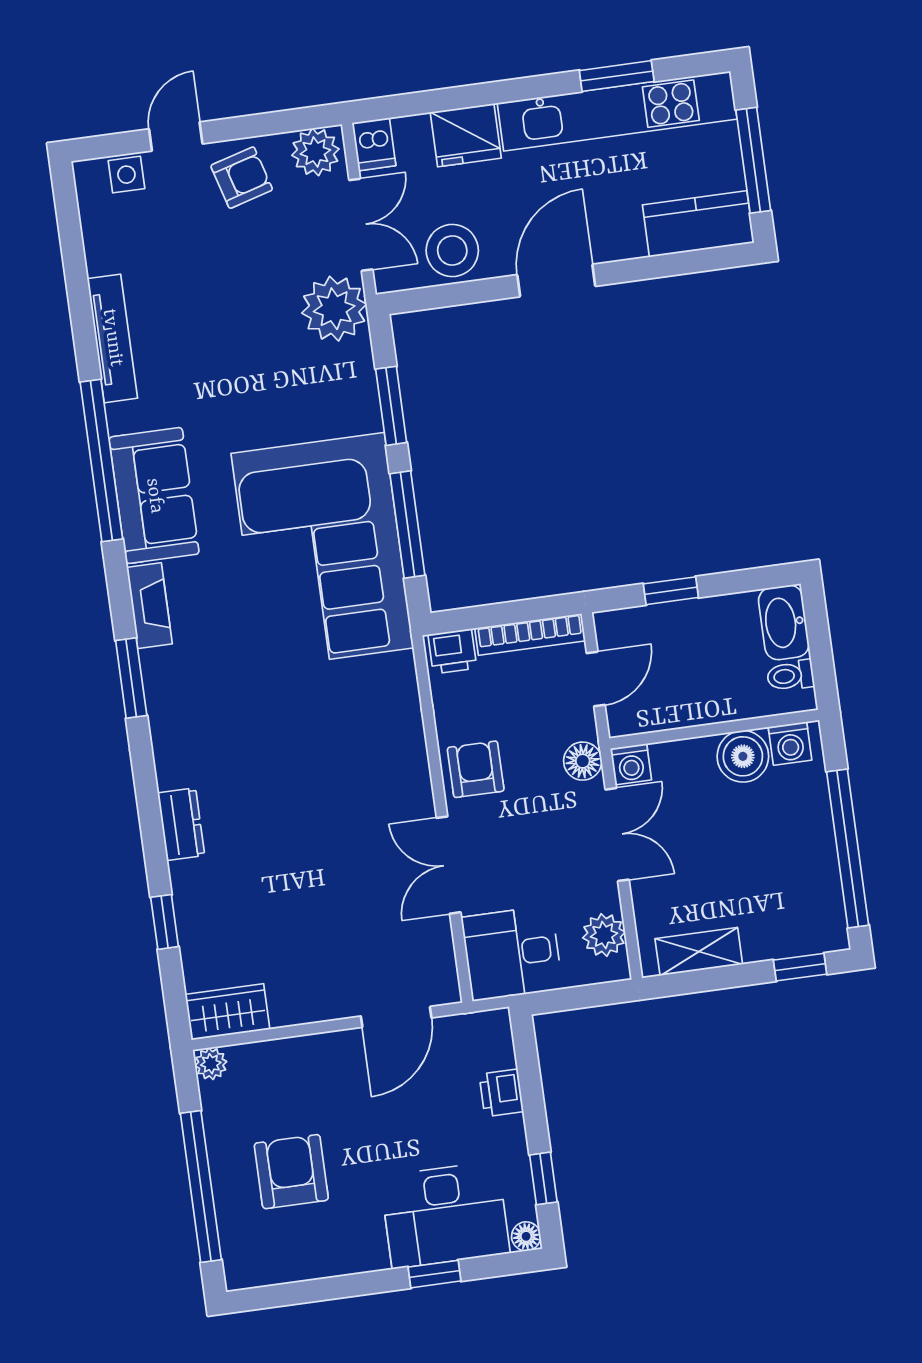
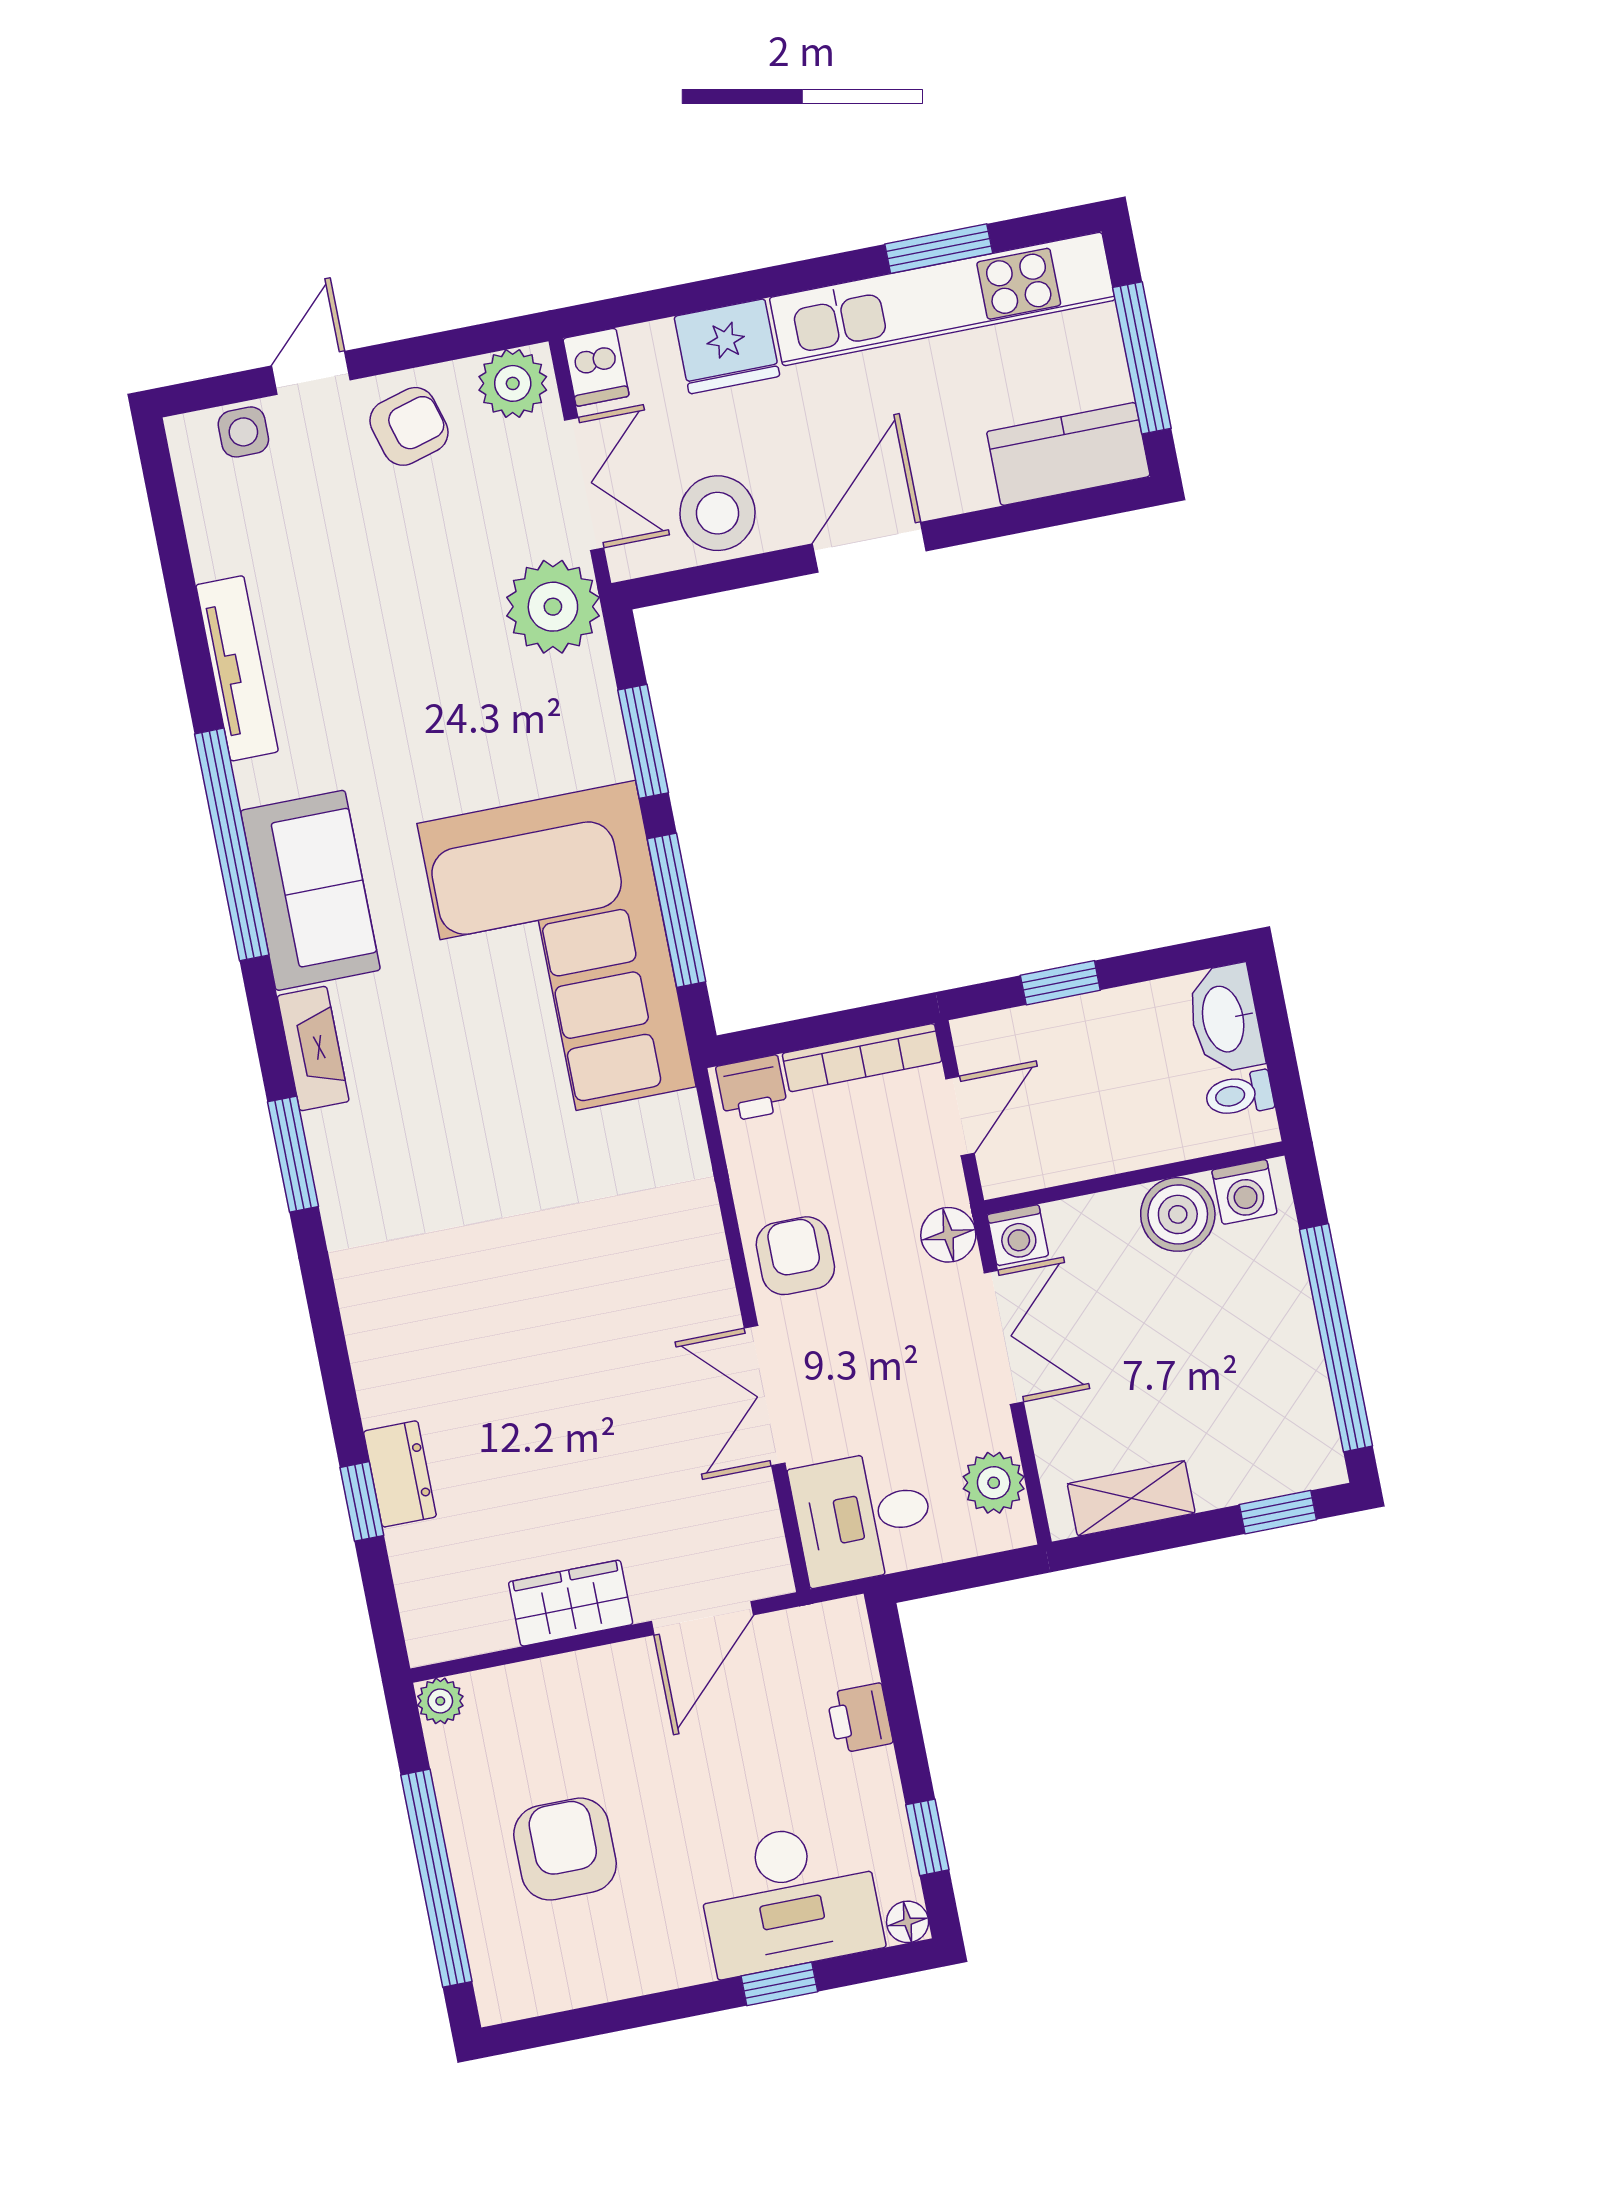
dresser: (181, 824) -> (400, 1474), moved
wardrobe: (227, 1012) -> (571, 1603), moved

